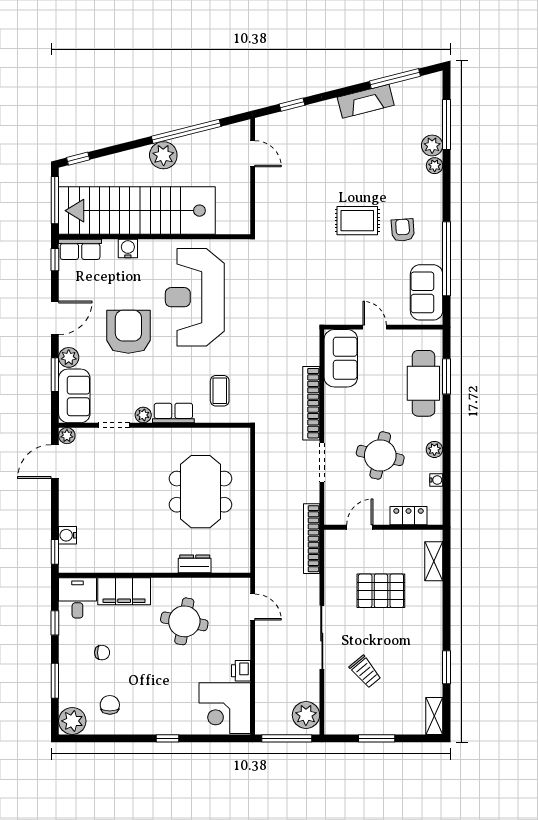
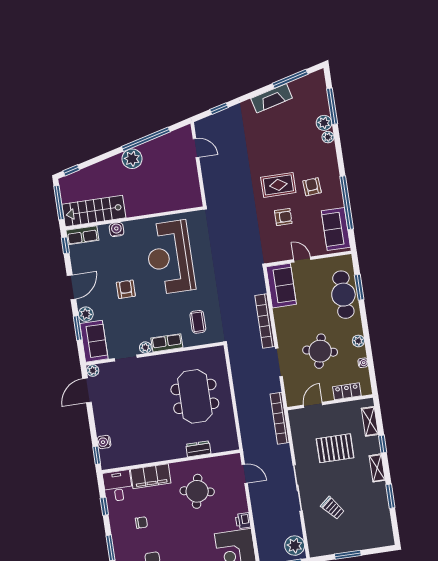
stairs: (137, 211) -> (94, 211), width x0.54, depth x0.66
armchair: (357, 265) -> (283, 217), added
armchair: (128, 332) -> (126, 289), width x0.53, depth x0.53
window: (446, 595) -> (383, 444), added
shelving: (434, 716) -> (377, 468), moved

